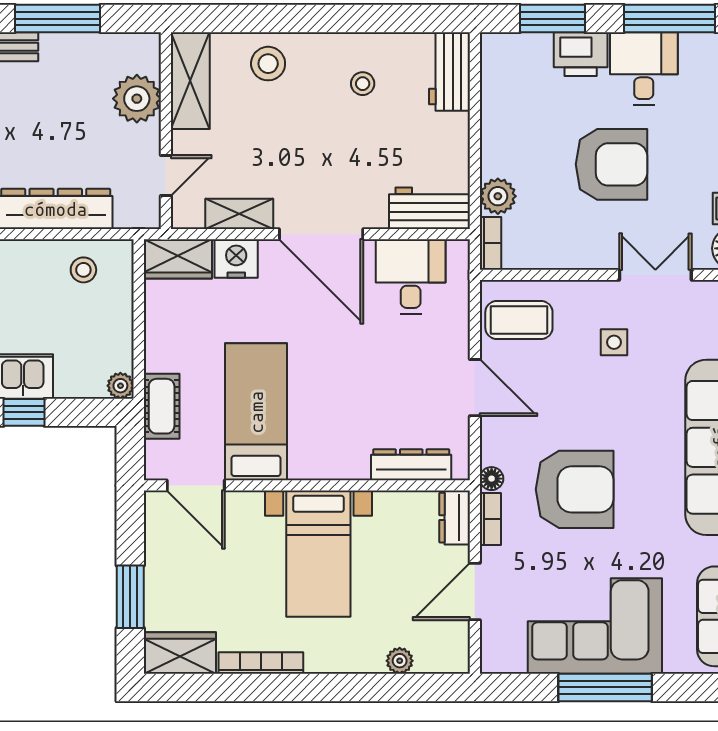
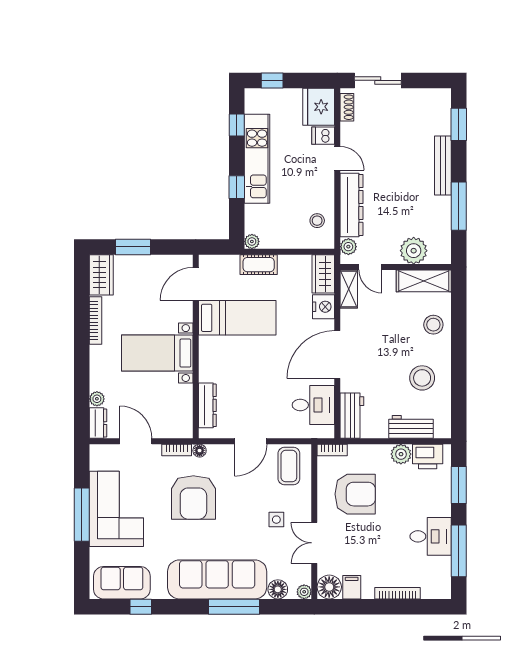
printer: (581, 54) -> (428, 456), moved, turned -90
workbench: (449, 71) -> (411, 427), moved
stool: (363, 84) -> (422, 378), width x1.89, depth x1.89
armchair: (611, 164) -> (355, 494), moved, turned -90
plant: (498, 196) -> (401, 454), moved
shelving: (239, 214) -> (349, 289), moved
plant: (130, 215) -> (348, 247), added
double door: (655, 275) -> (314, 543), swing flipped
cot: (162, 406) -> (259, 265), moved
dresser: (455, 518) -> (98, 423), moved, turned 90

